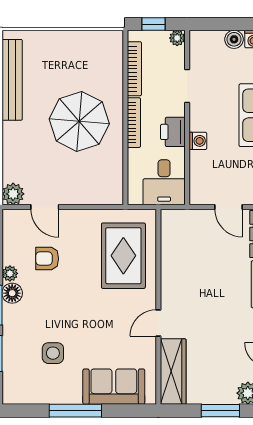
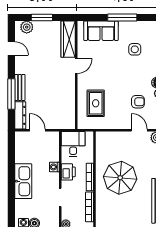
rug: (123, 256) -> (96, 103), width x0.73, depth x0.70

